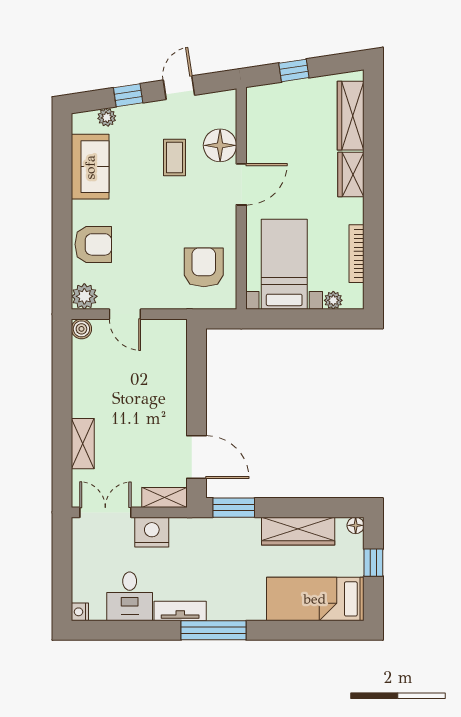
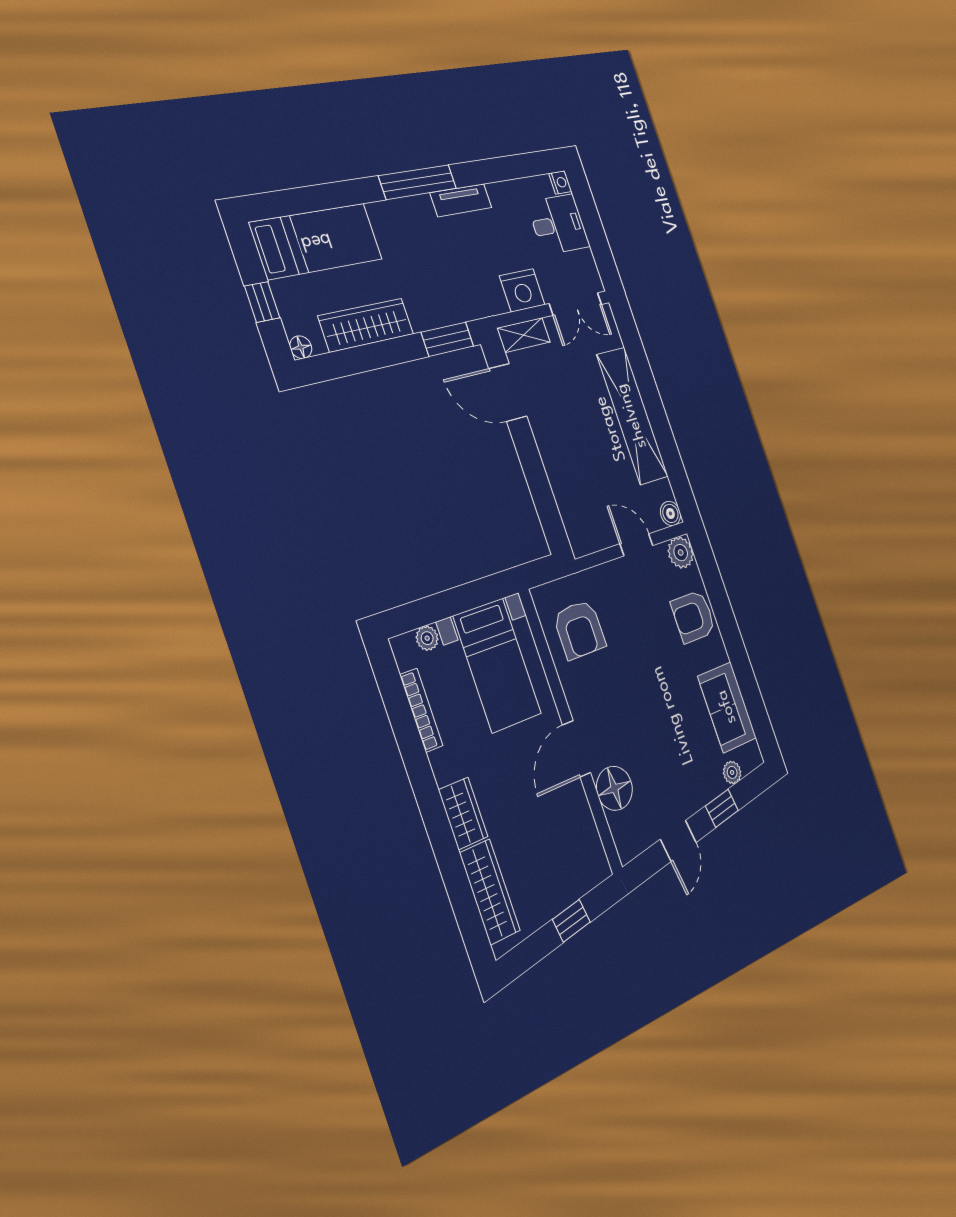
coffee table: (175, 158) -> (653, 753), removed
shelving: (83, 444) -> (632, 416), width x2.20, depth x1.33
desk: (130, 596) -> (558, 224), moved, turned 90

